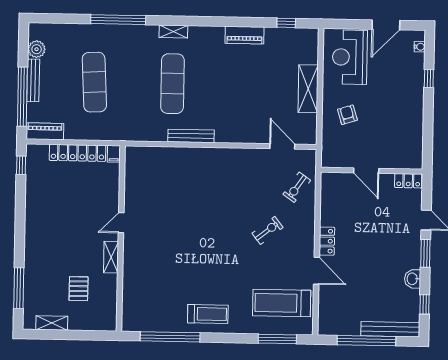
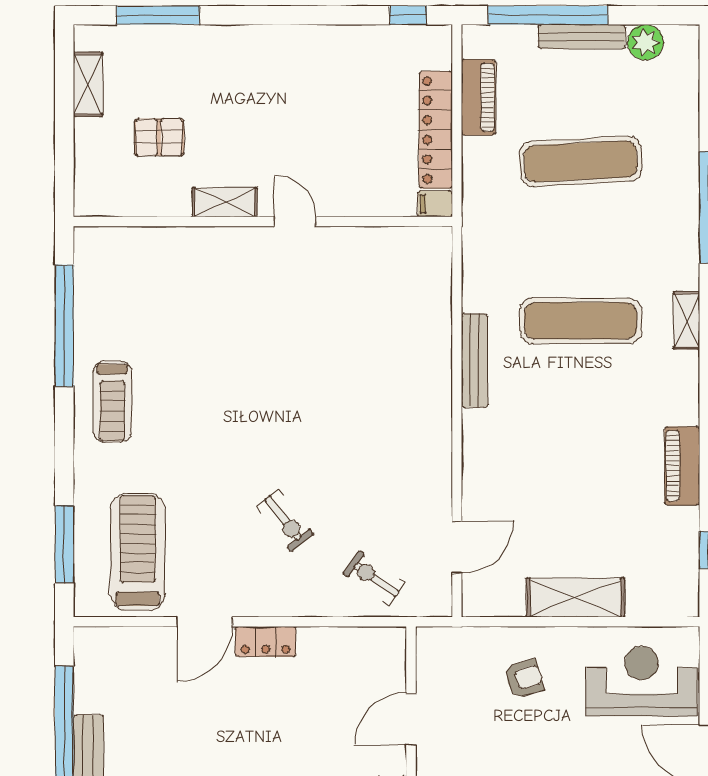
piano: (45, 131) -> (478, 97), moved

